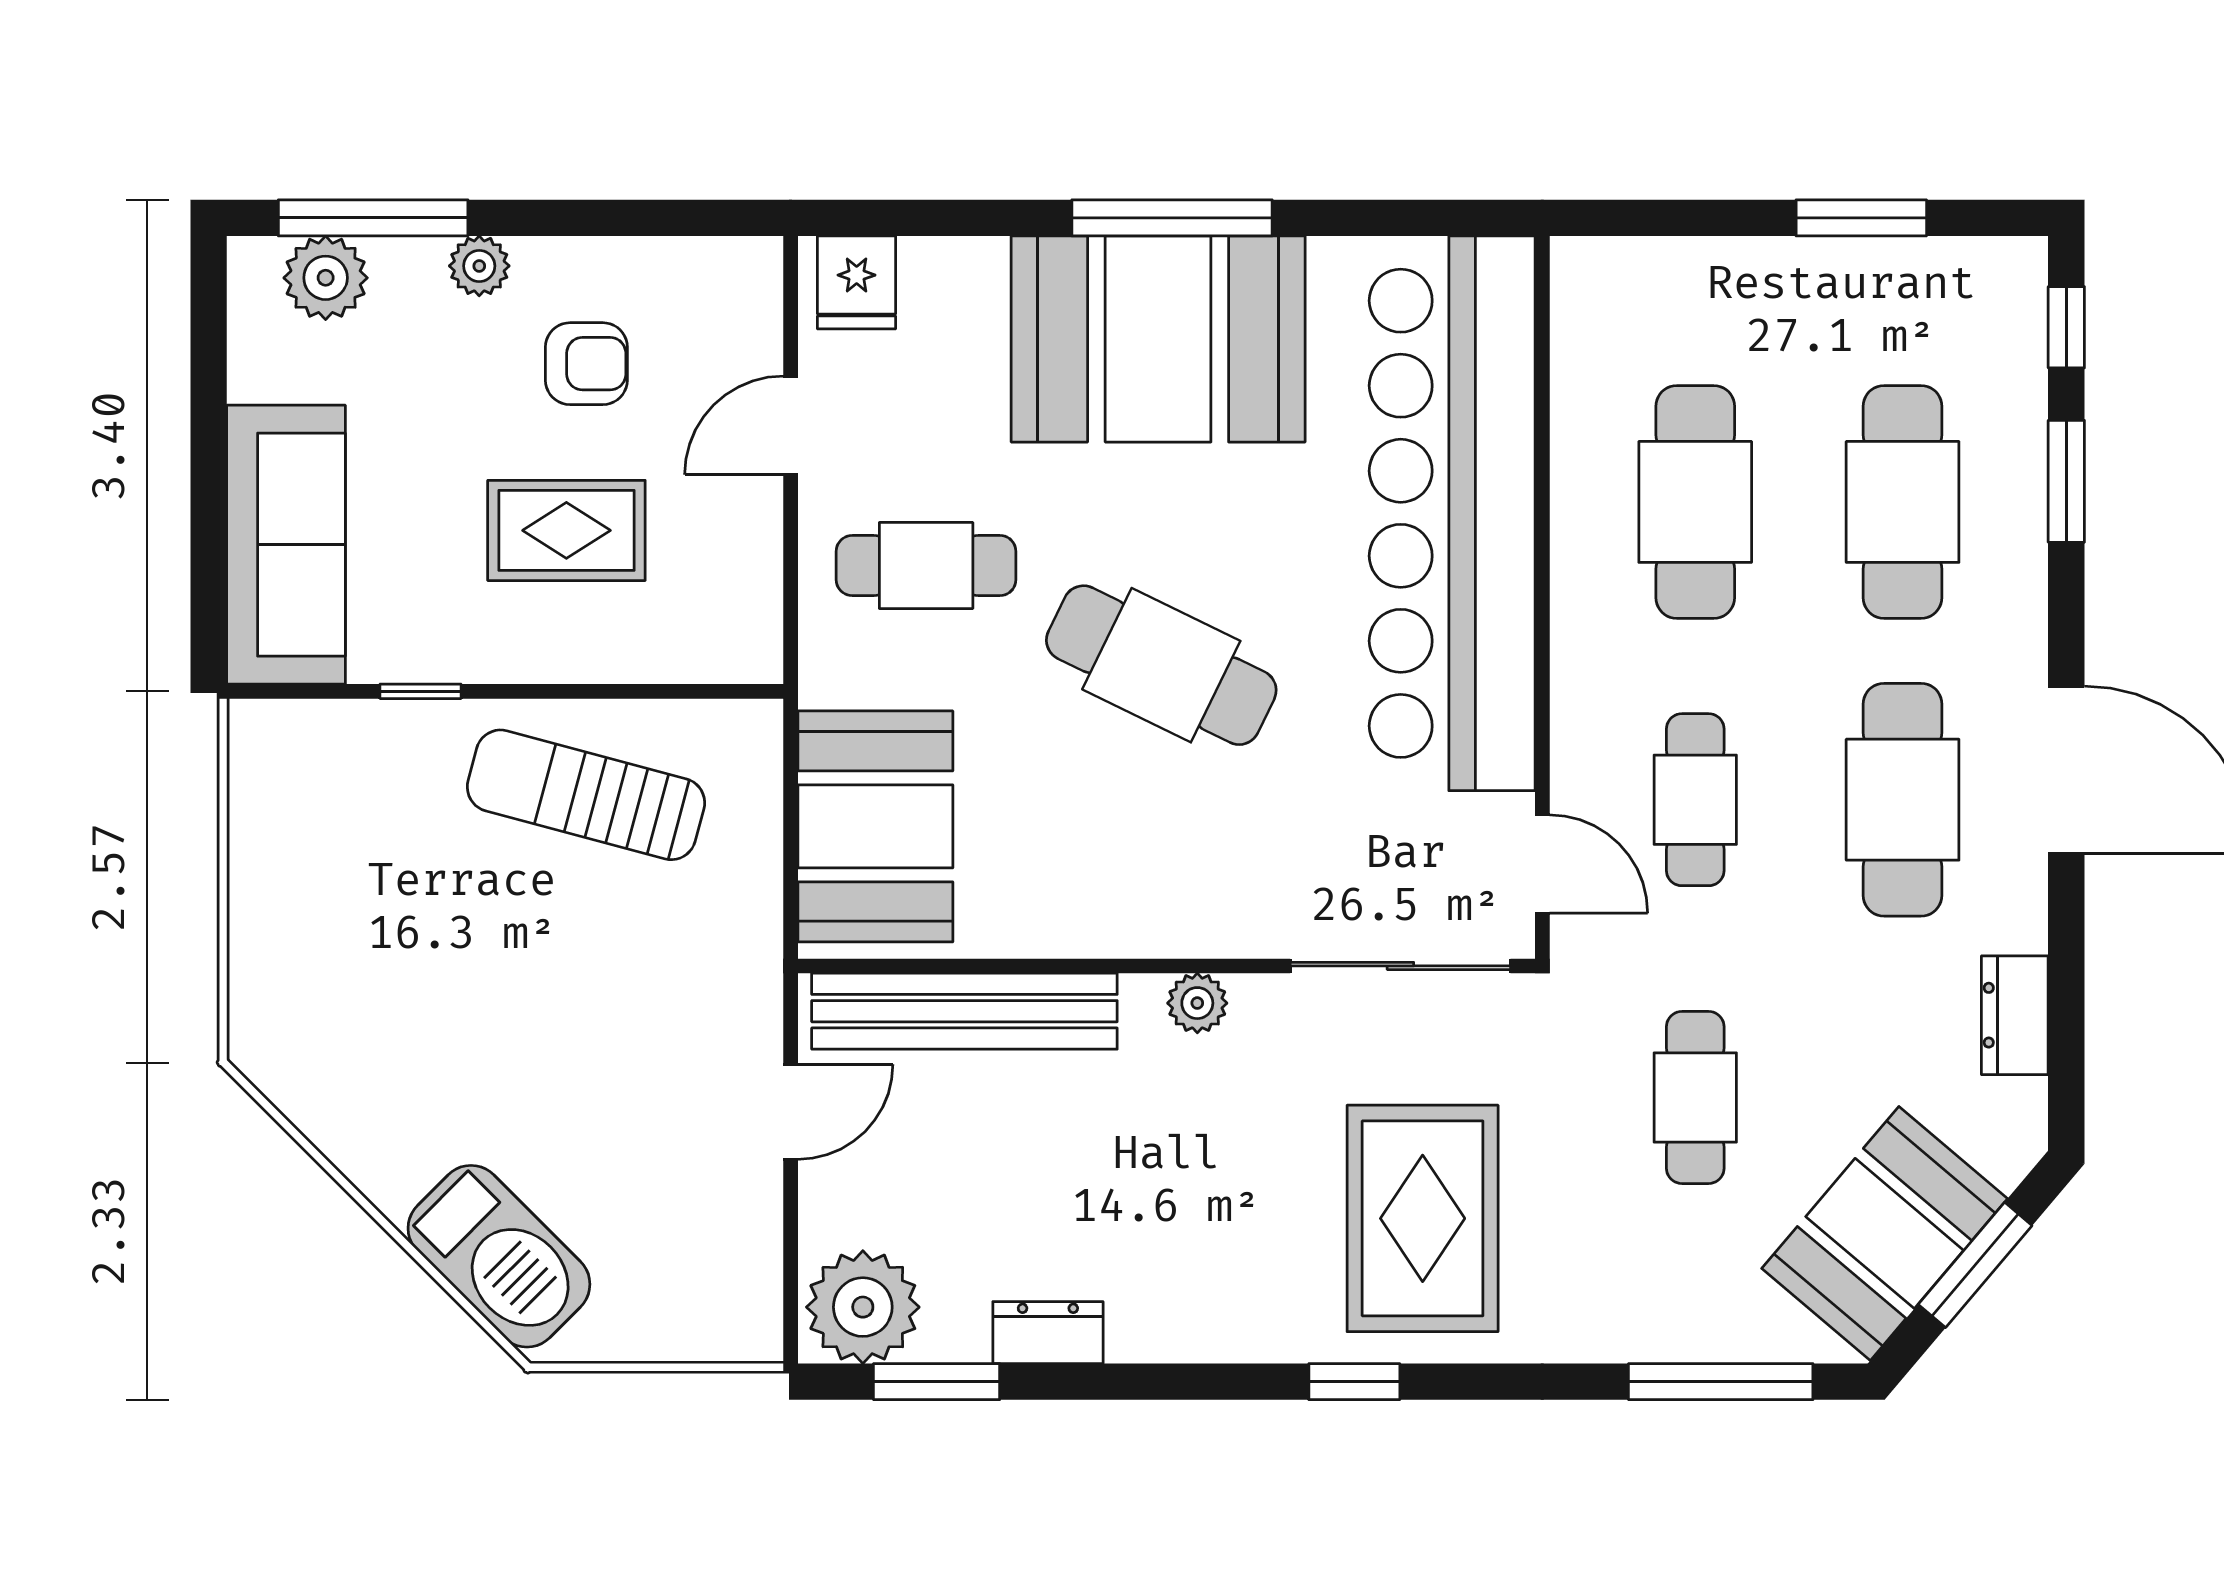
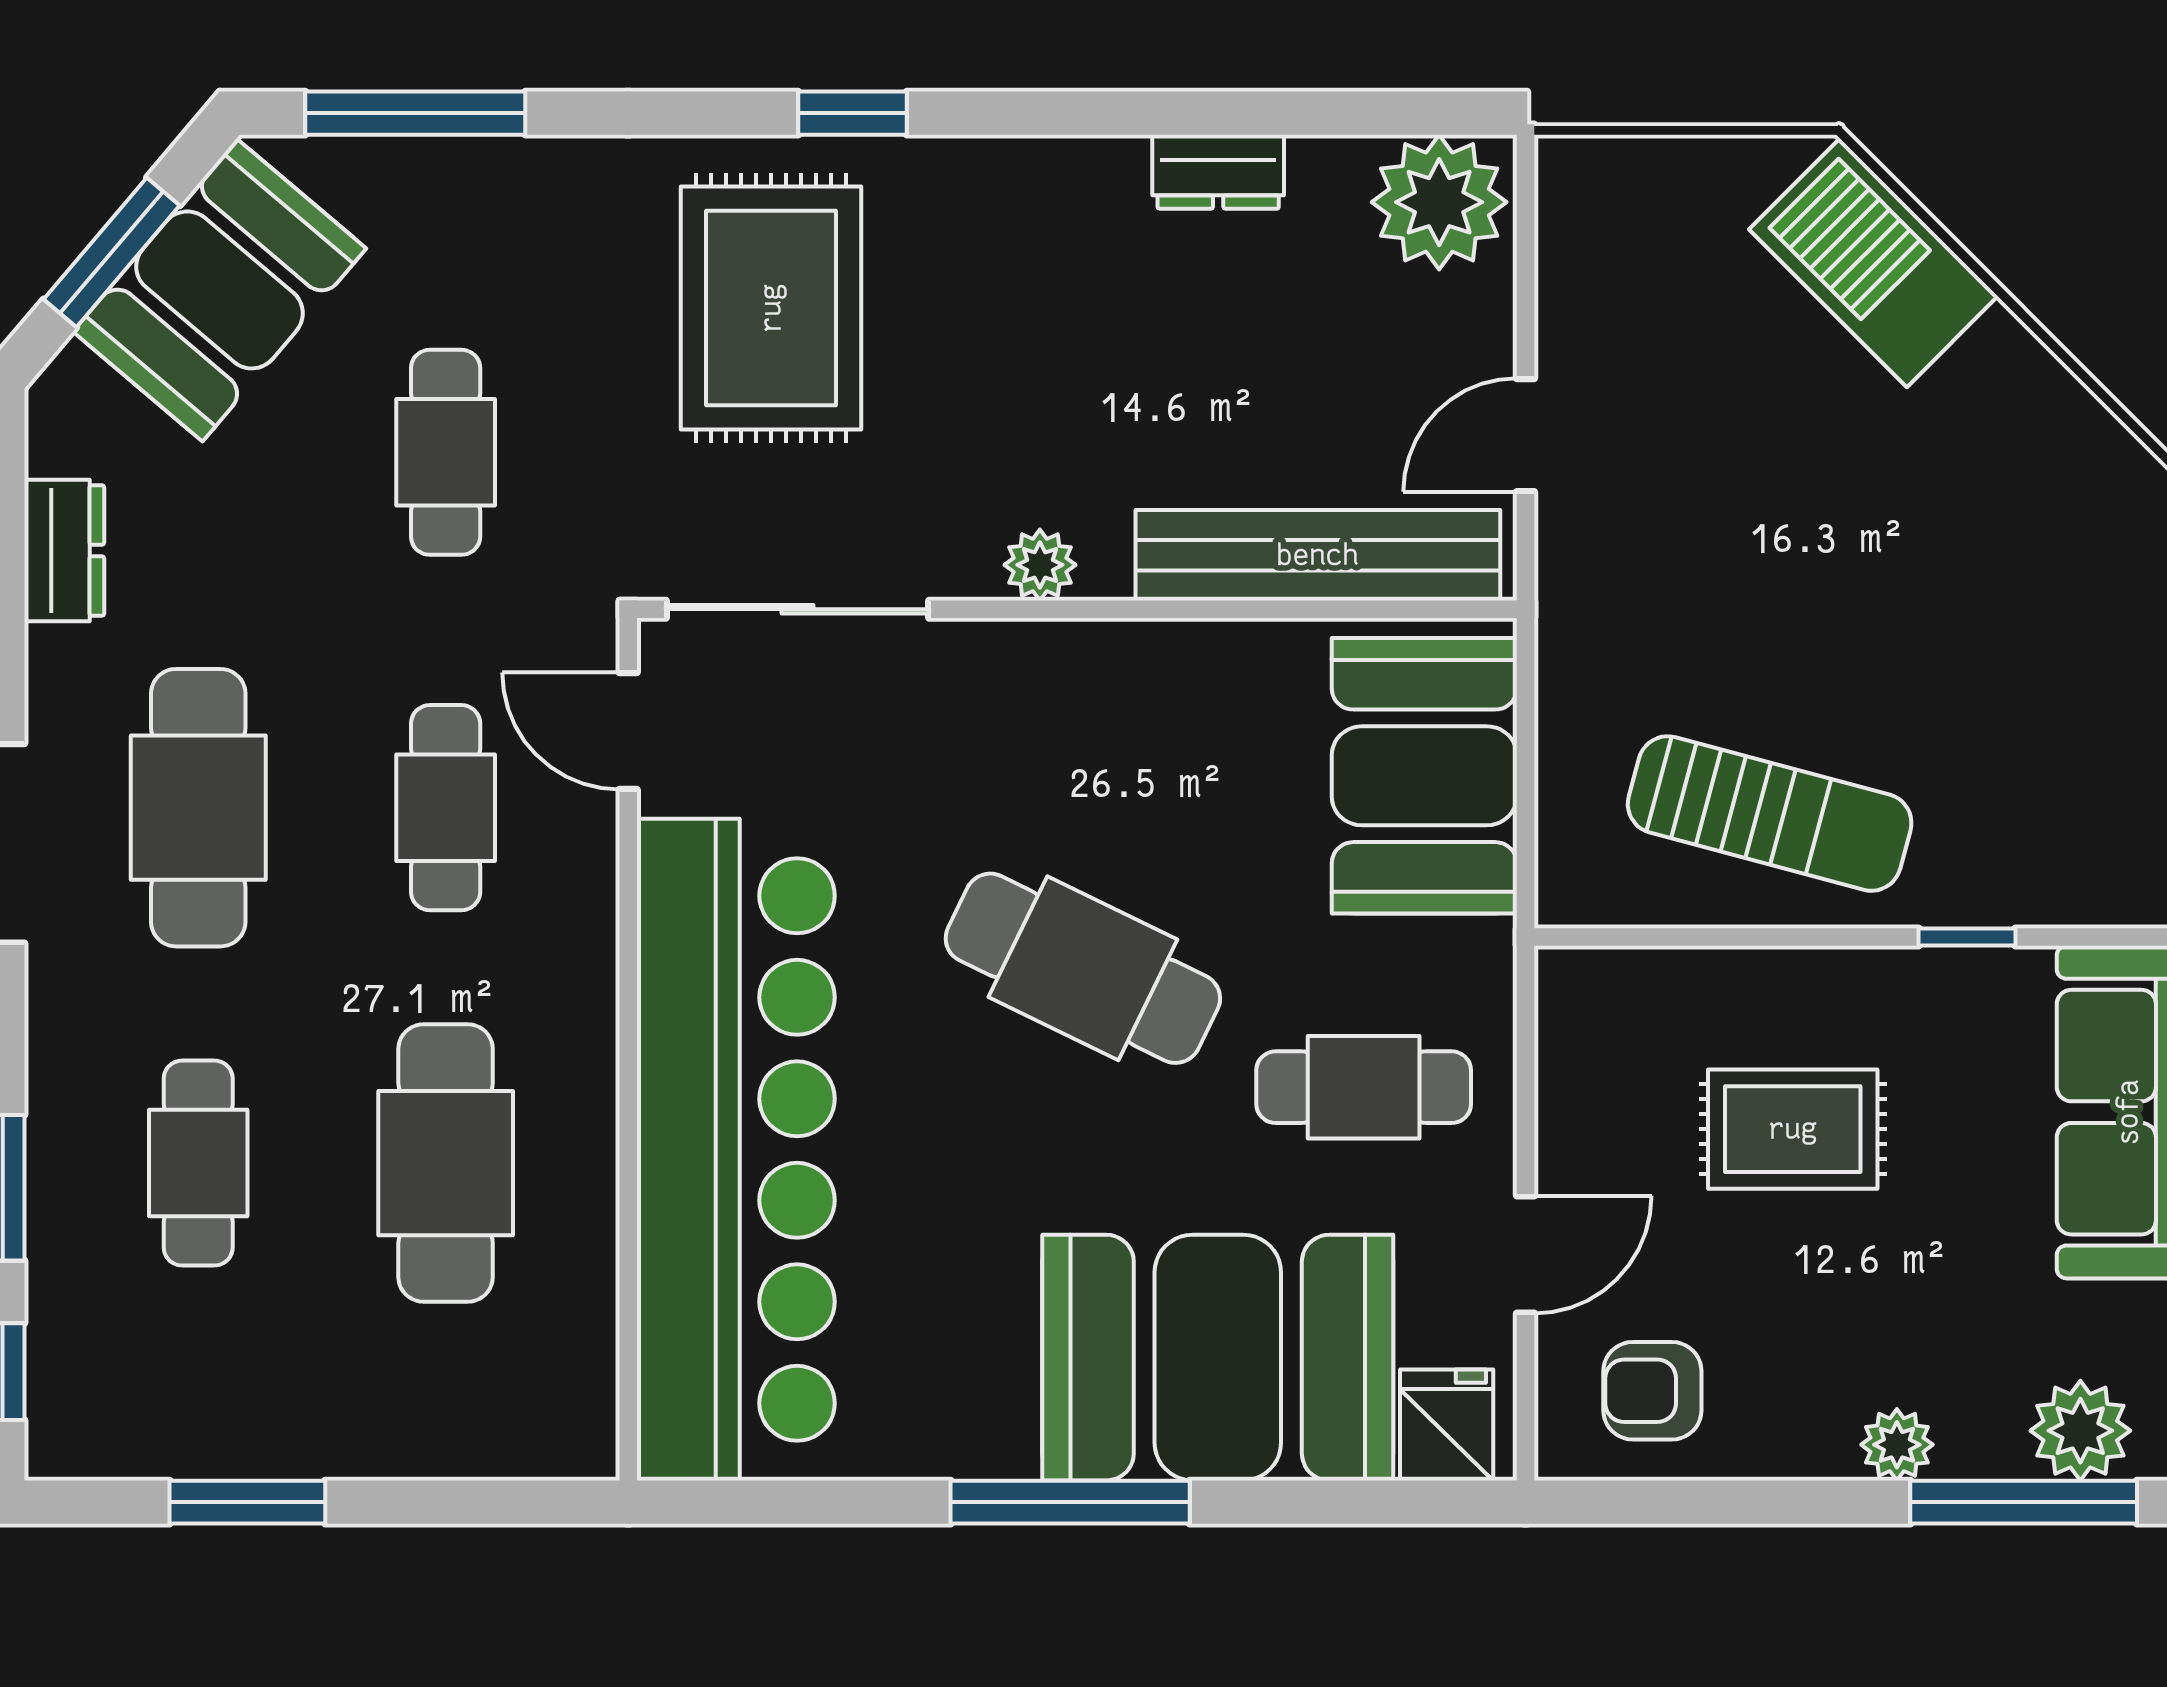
booth: (1158, 339) -> (1218, 1358), moved
armchair: (586, 364) -> (1652, 1391), moved
cafe table: (1903, 502) -> (198, 1163), width x0.73, depth x0.74
window: (937, 1382) -> (1351, 113), removed

